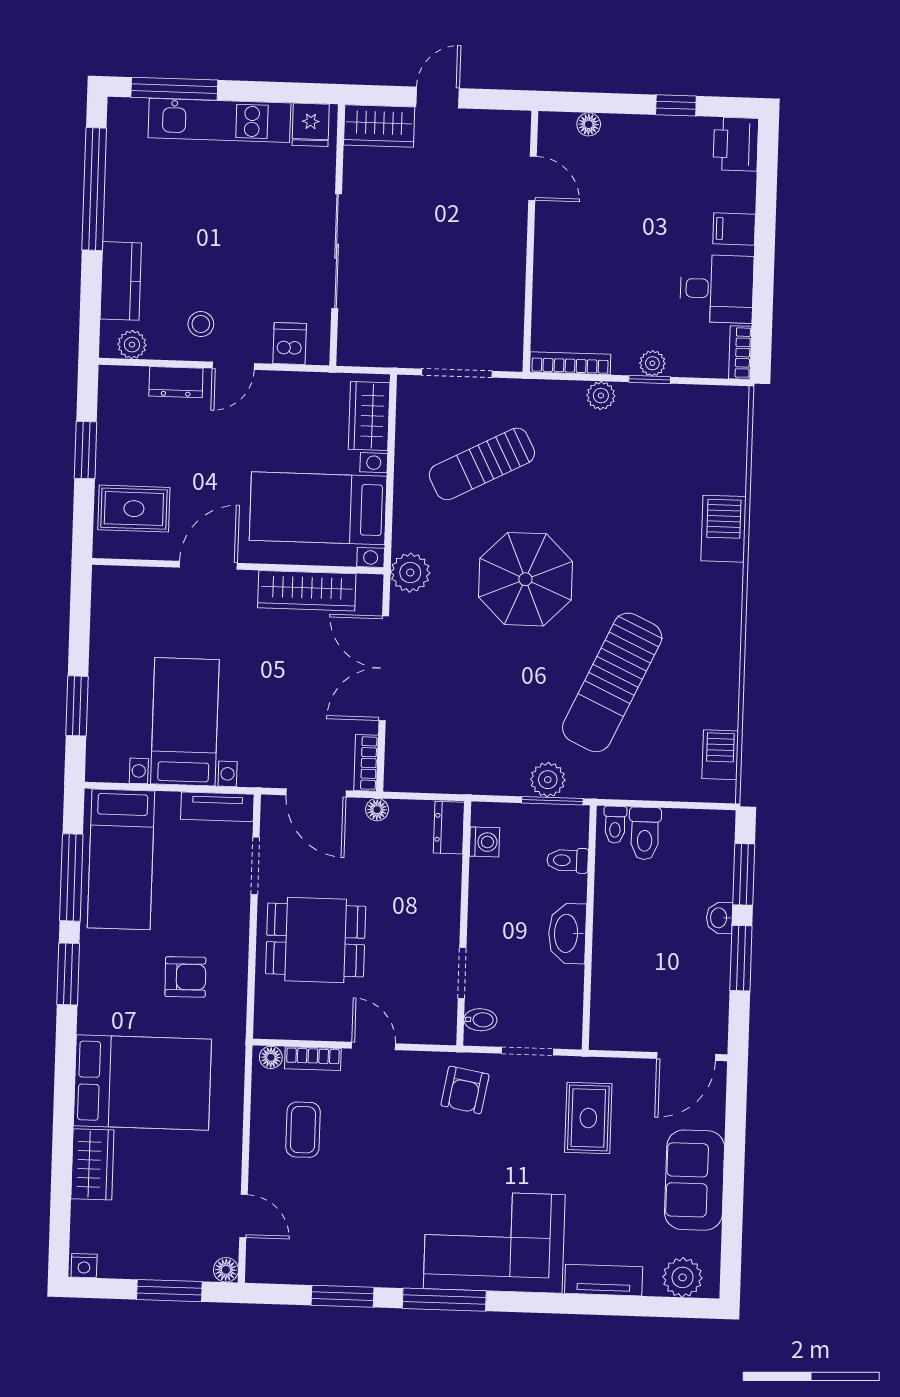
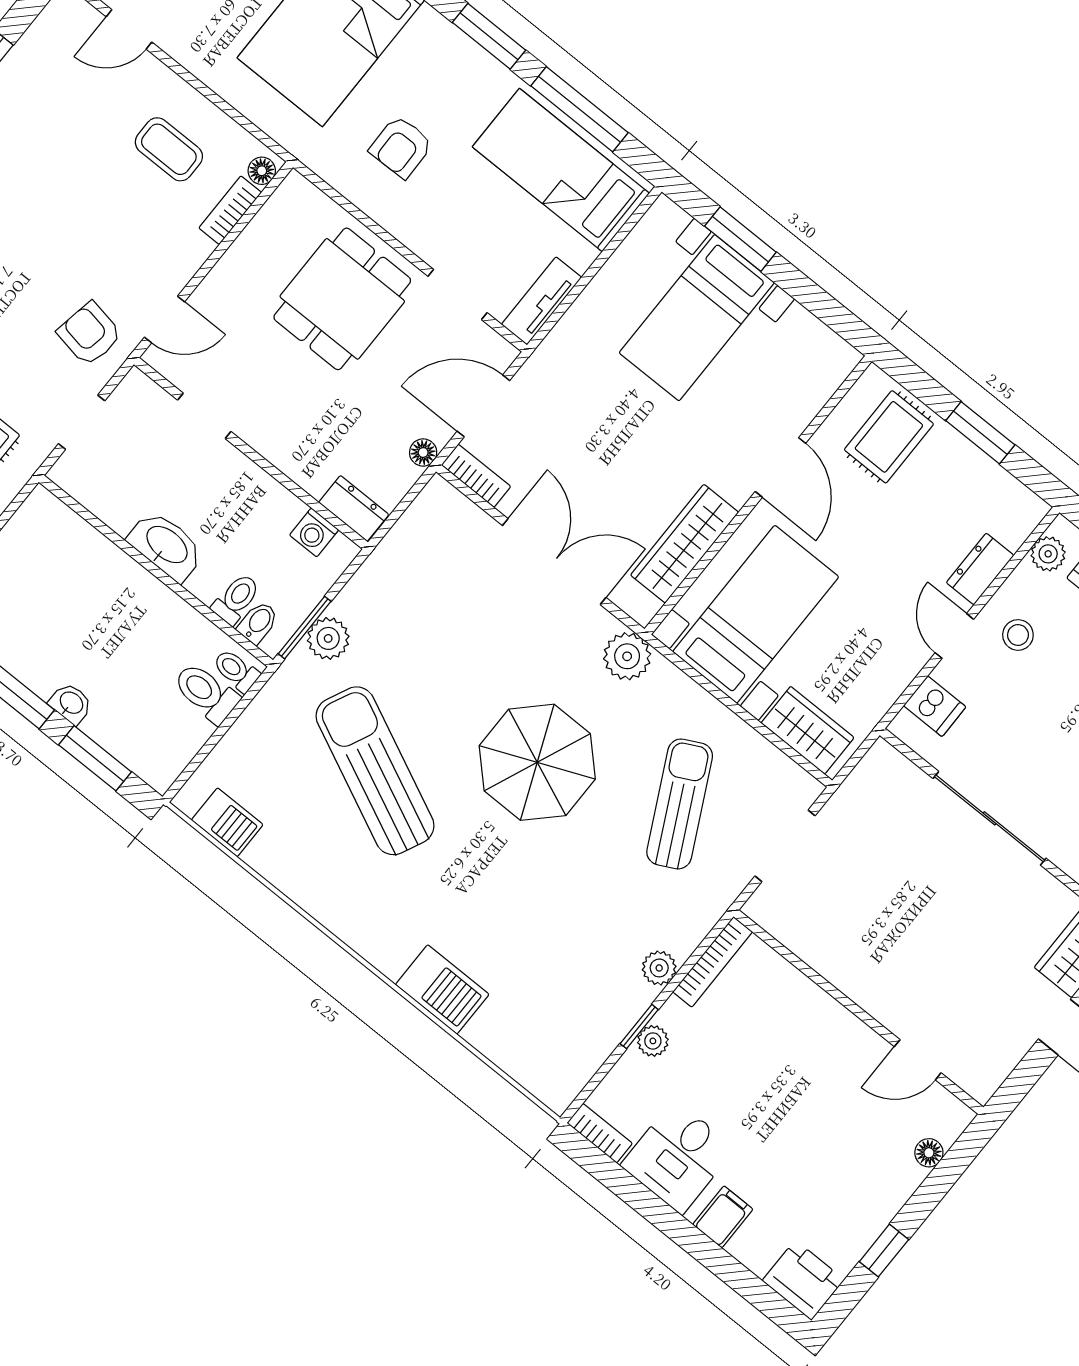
bed with nightstands: (185, 722) -> (697, 318), moved, turned 90
bidet: (480, 1020) -> (258, 623), moved, turned 180
door: (374, 1046) -> (165, 319), moved

